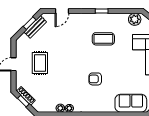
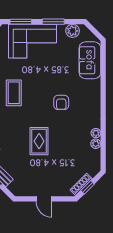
rug: (40, 63) -> (39, 141), moved, turned 90

